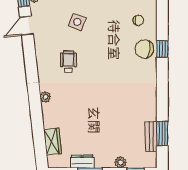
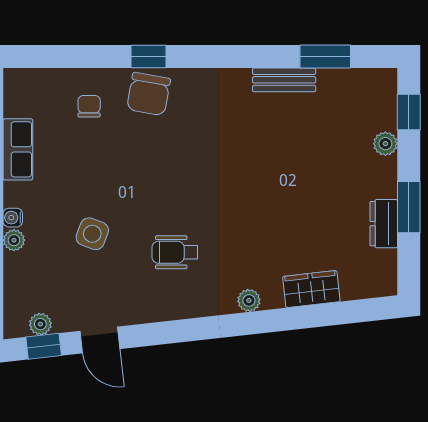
bench: (151, 137) -> (284, 80), moved
wardrobe: (53, 142) -> (311, 289), moved

